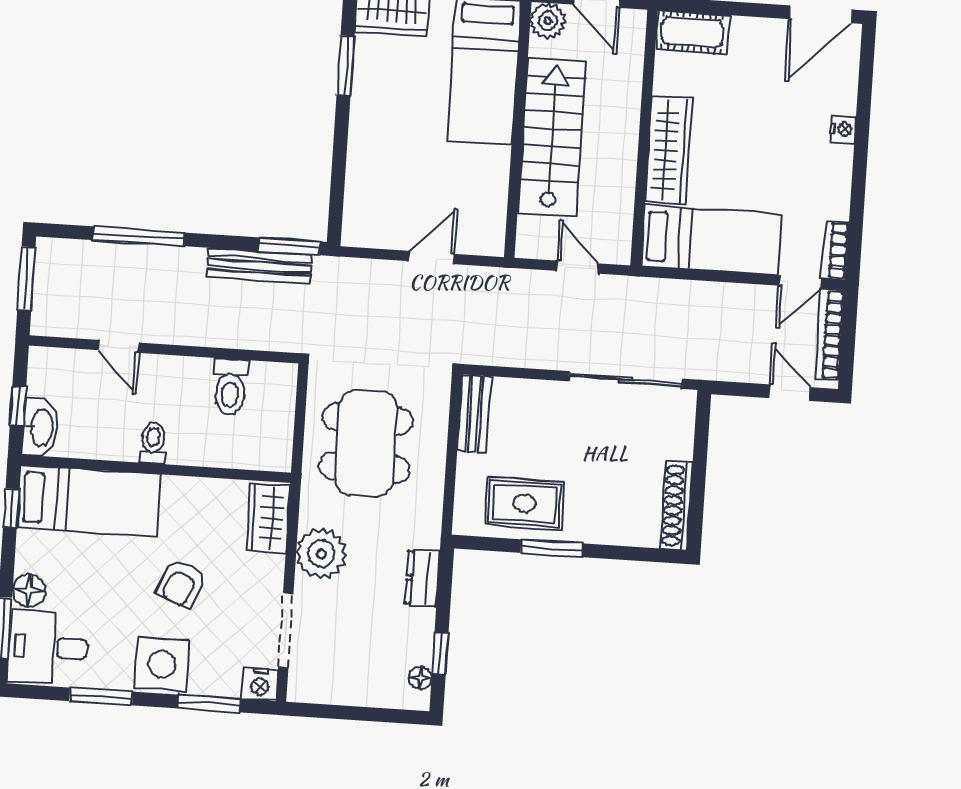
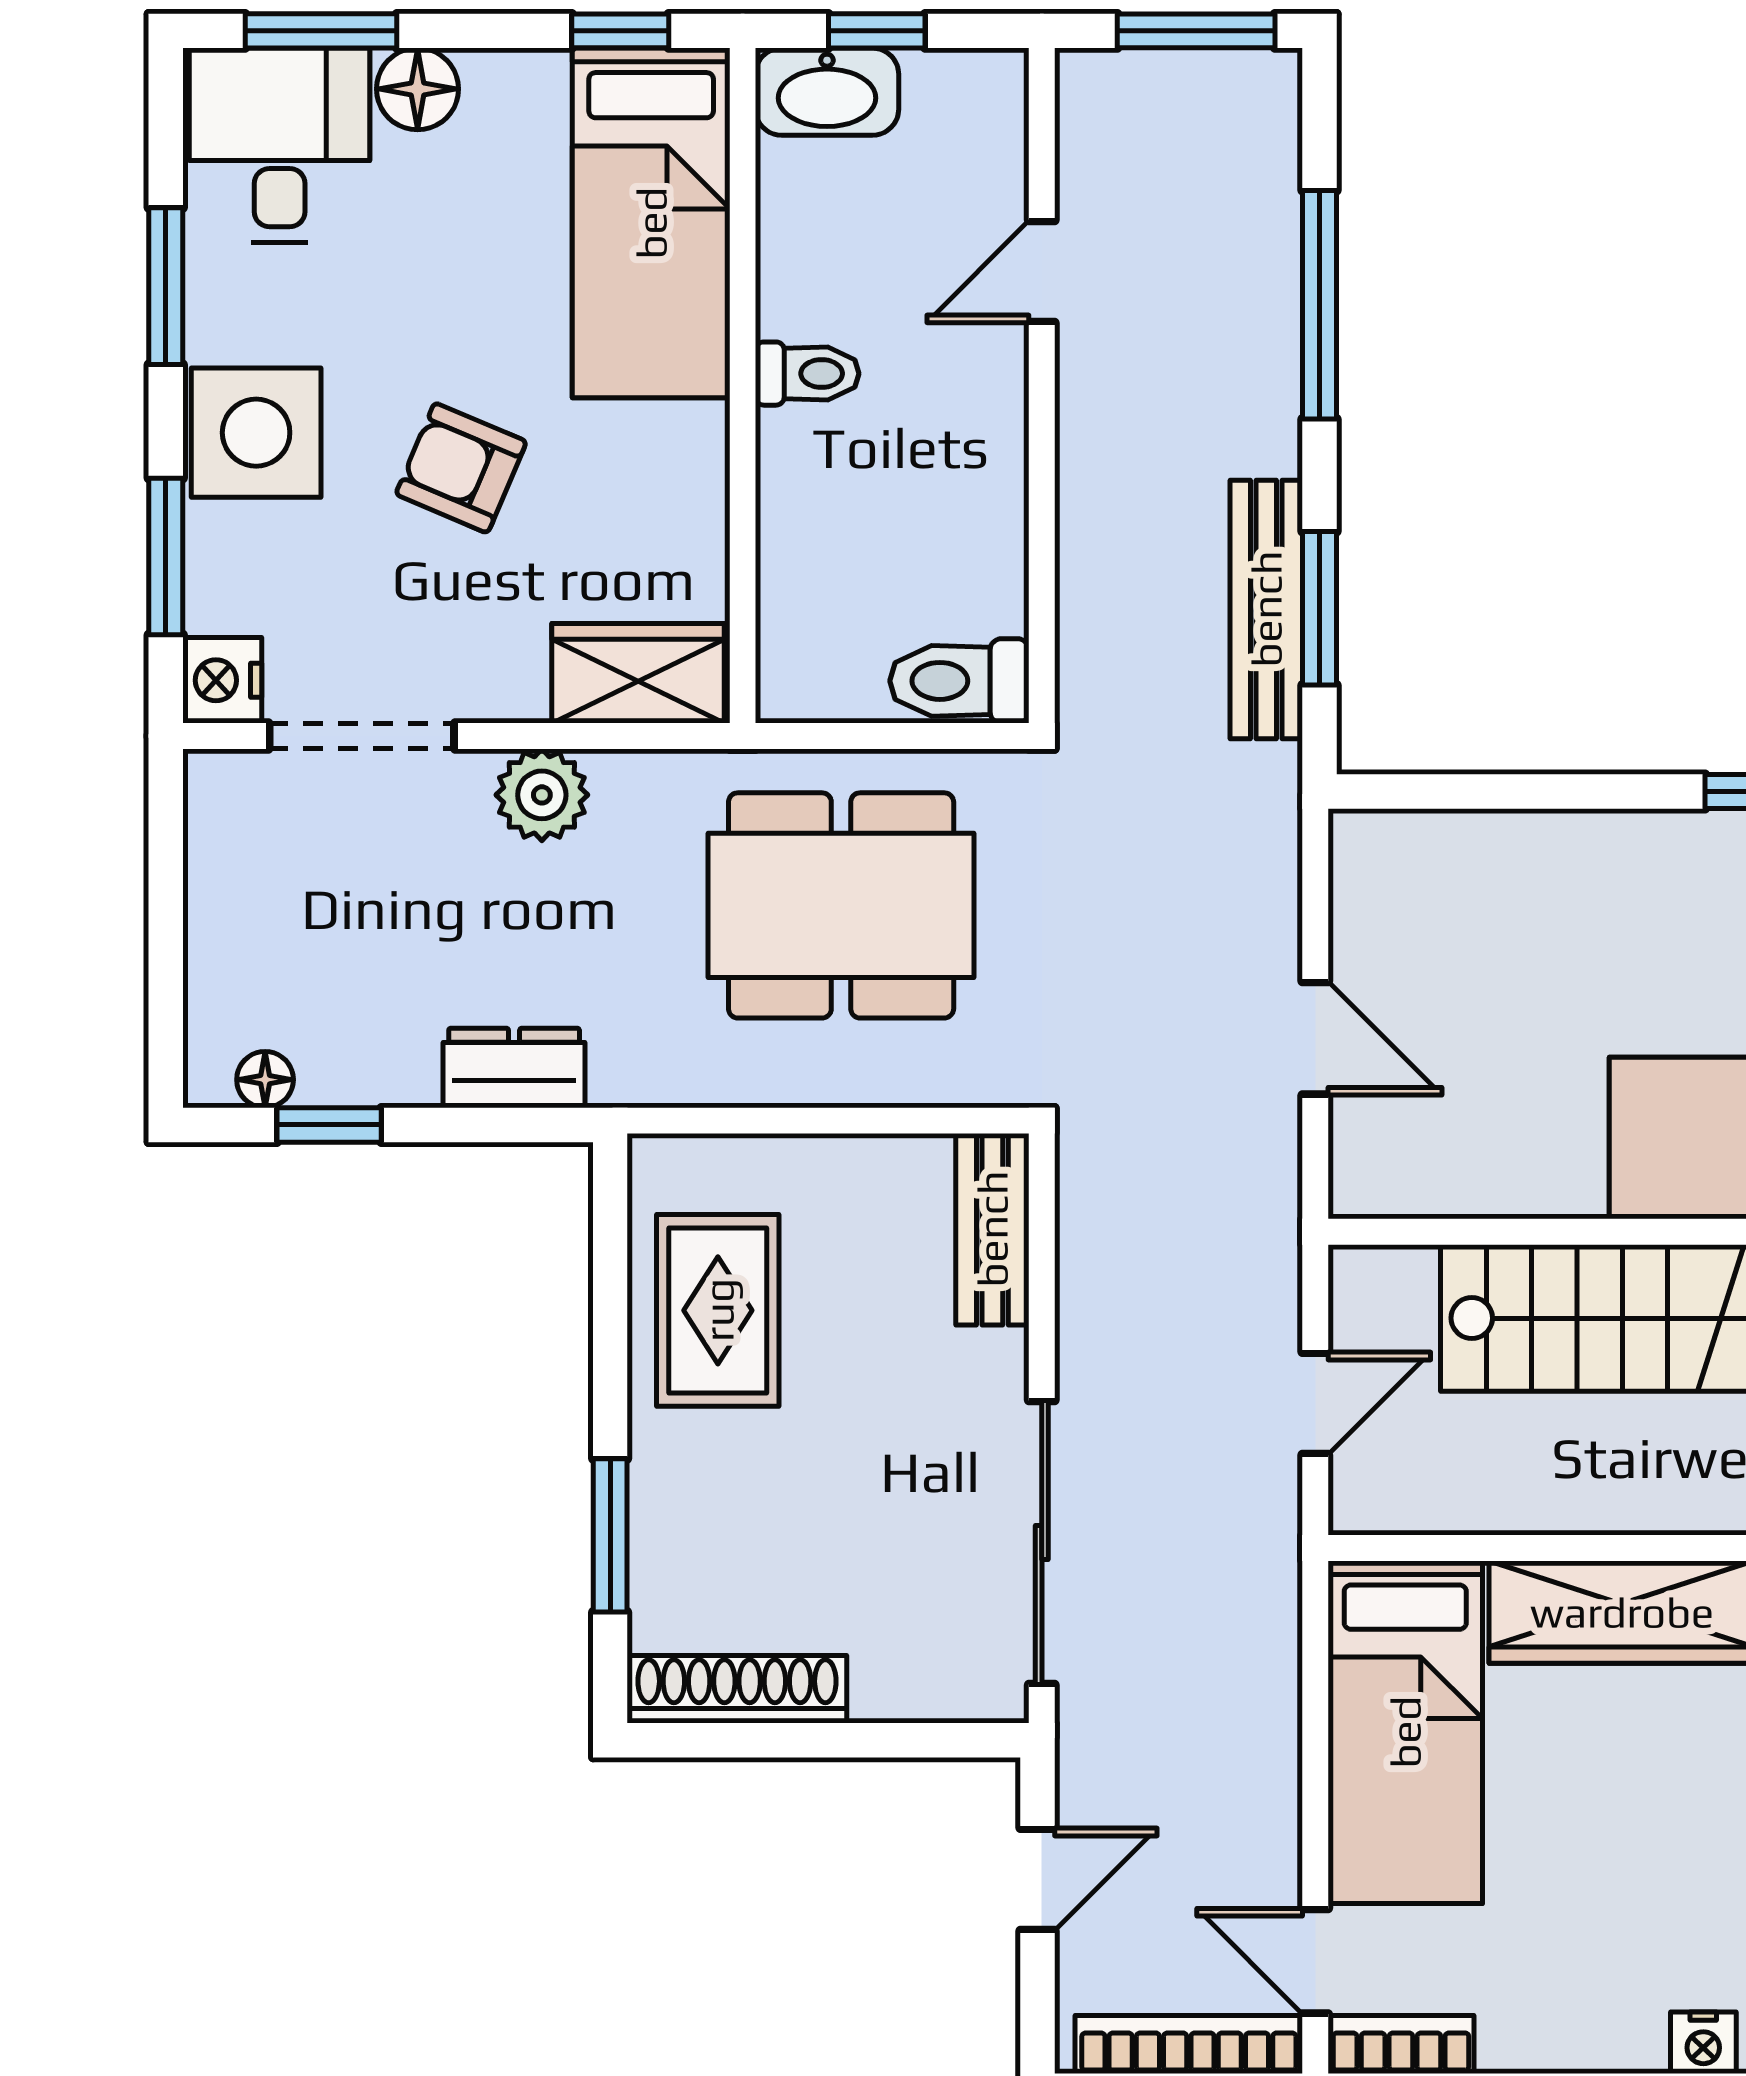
window: (289, 246) -> (1320, 608), moved
toilet: (230, 387) -> (959, 681), moved
door: (789, 393) -> (1038, 1879), moved
bench: (474, 414) -> (992, 1229), moved, turned 90
window: (552, 548) -> (610, 1535), moved
plant: (321, 554) -> (542, 795), width x0.73, depth x0.73

